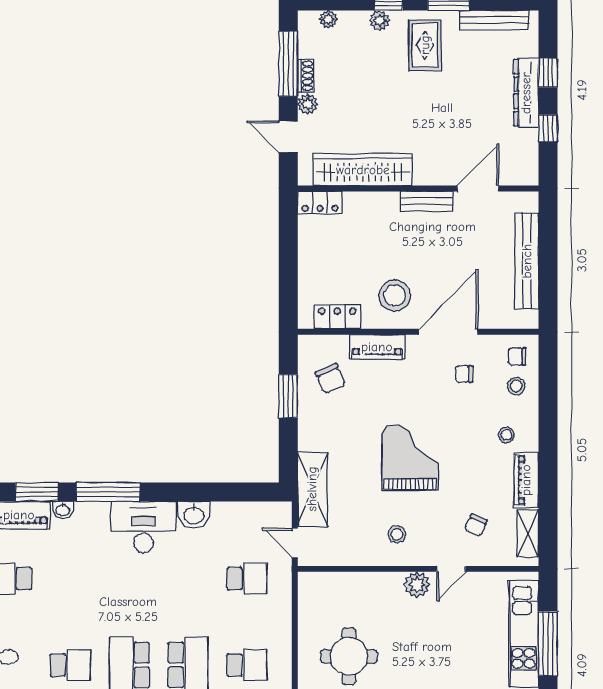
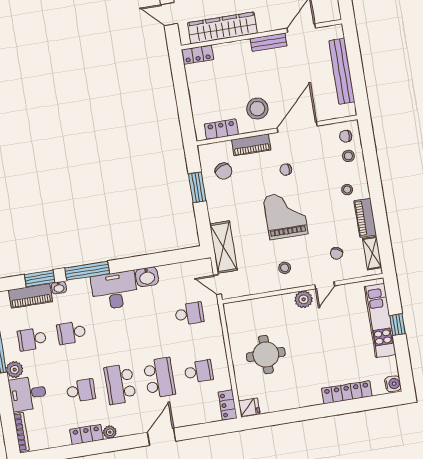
chair: (464, 374) -> (286, 170), moved
school desk: (70, 579) -> (71, 333), added
window: (548, 644) -> (397, 325), width x0.46

